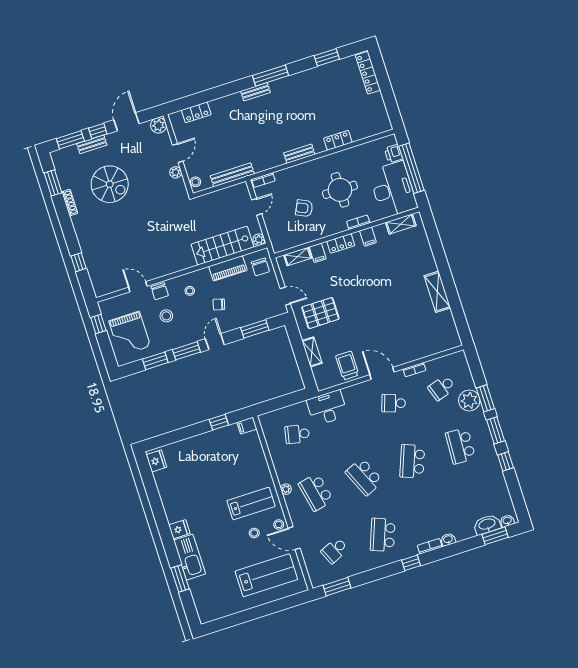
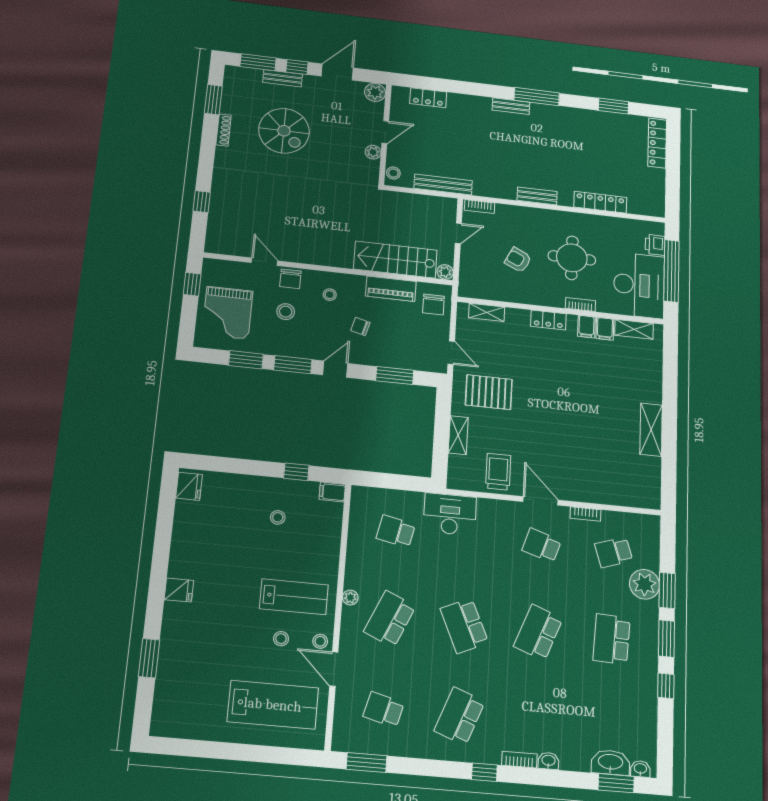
locker: (338, 140) -> (600, 202), width x1.53
filing cabinet: (318, 253) -> (605, 329), moved
stool: (220, 457) -> (278, 517), added
school desk: (316, 492) -> (390, 619), turned 36
school desk: (335, 550) -> (384, 710), turned 39
kitchen sink: (190, 557) -> (176, 634), removed

